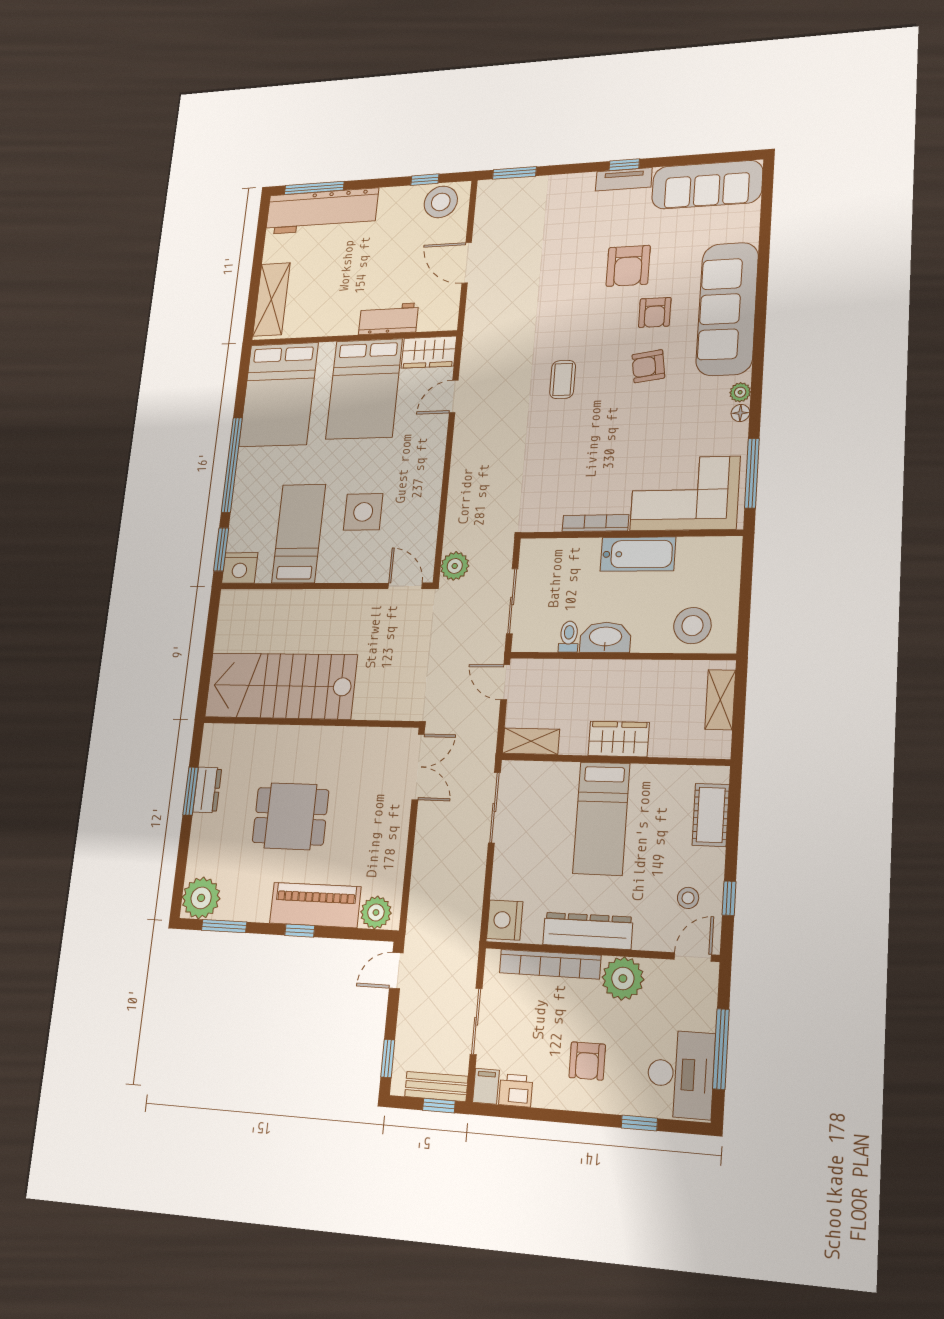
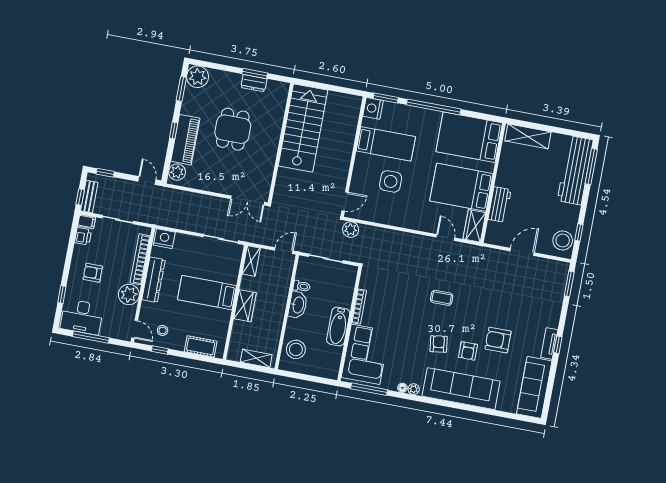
armchair: (655, 312) -> (468, 351), turned -90

